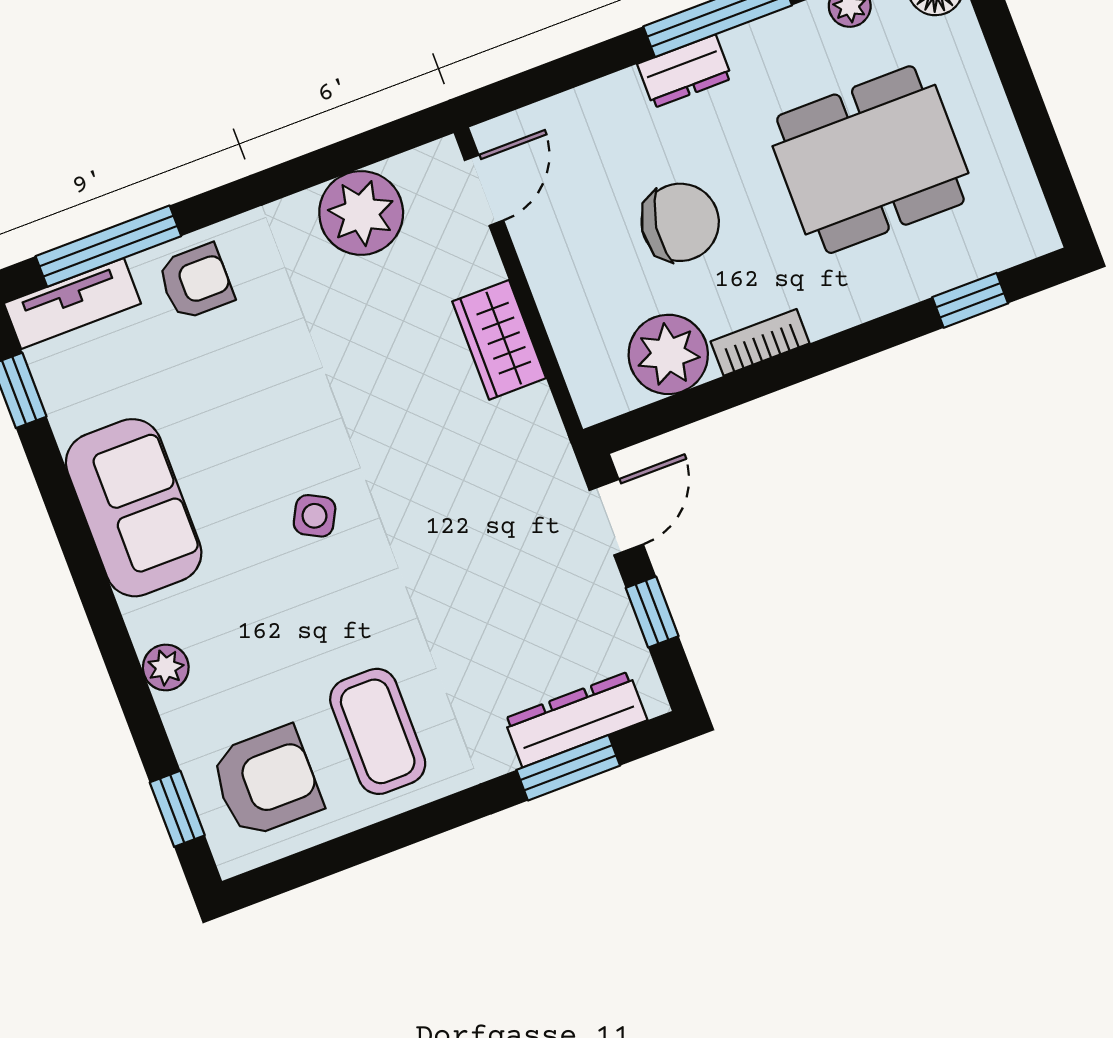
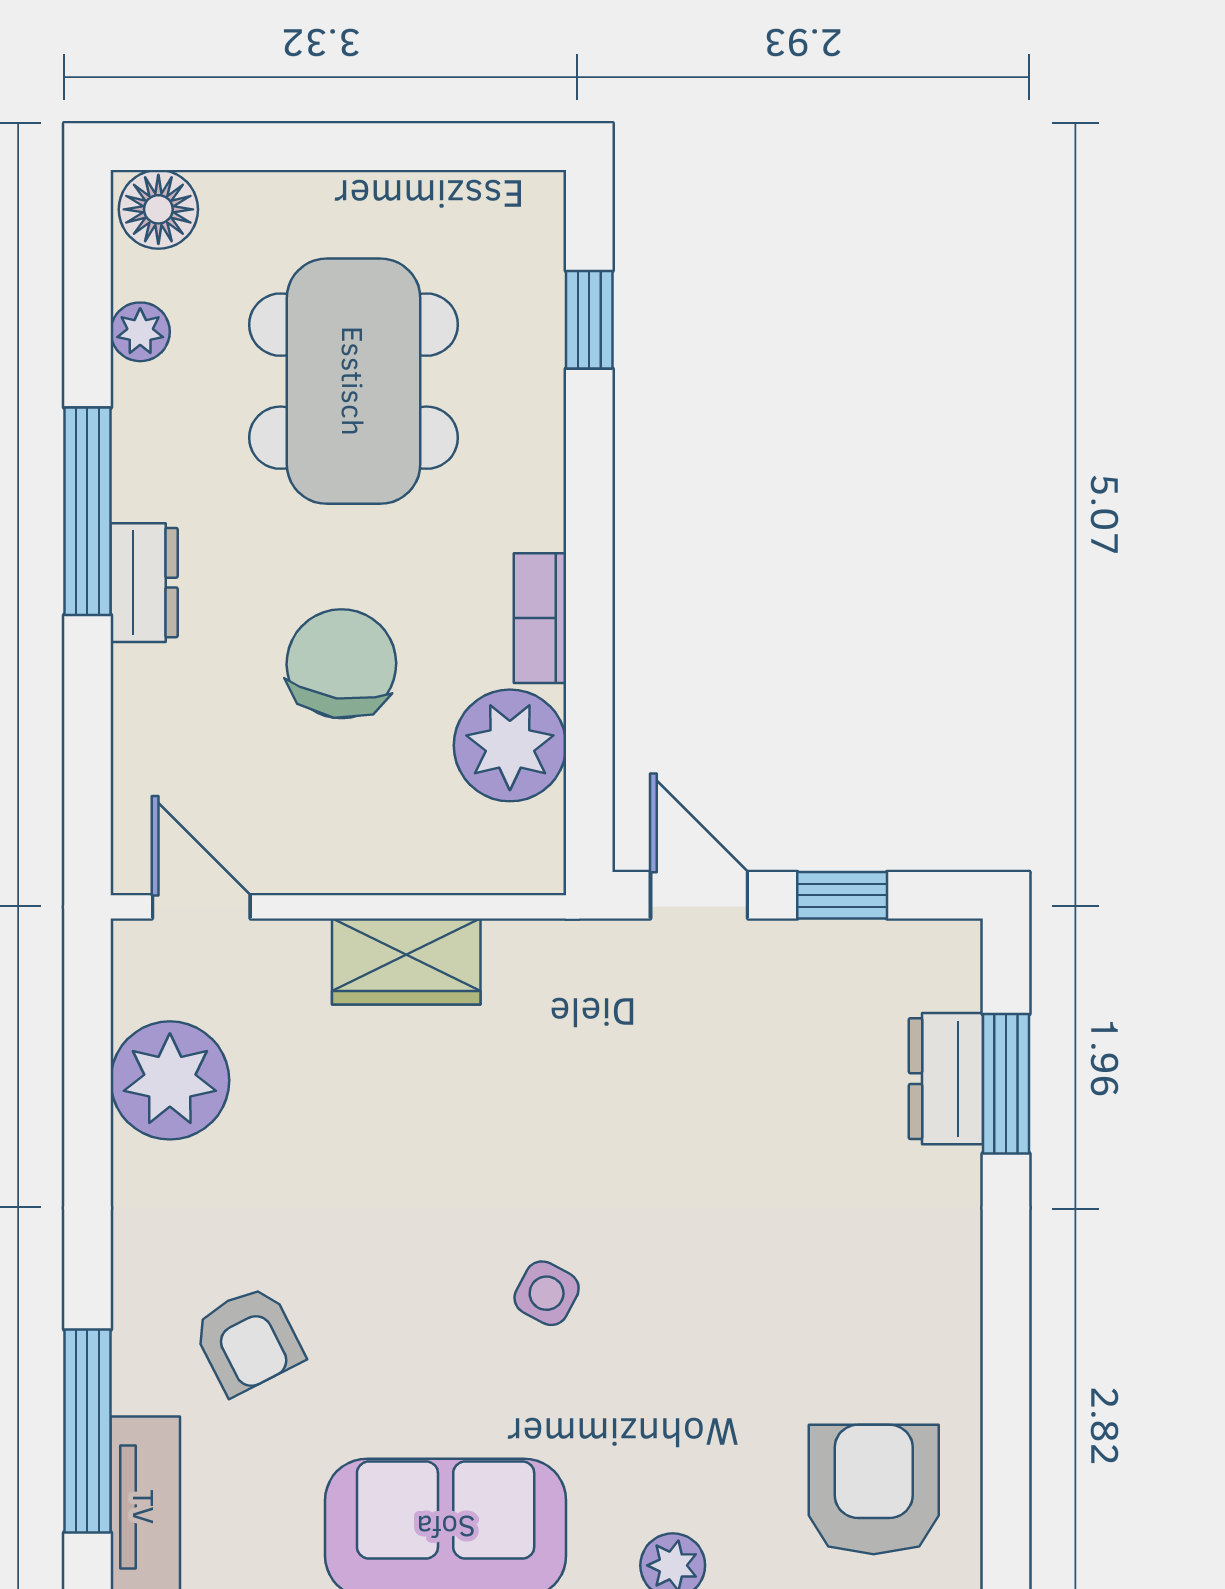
armchair: (196, 282) -> (248, 1340), moved, turned 153
dresser: (576, 719) -> (946, 1079), width x0.70
coffee table: (378, 731) -> (863, 1317), removed

